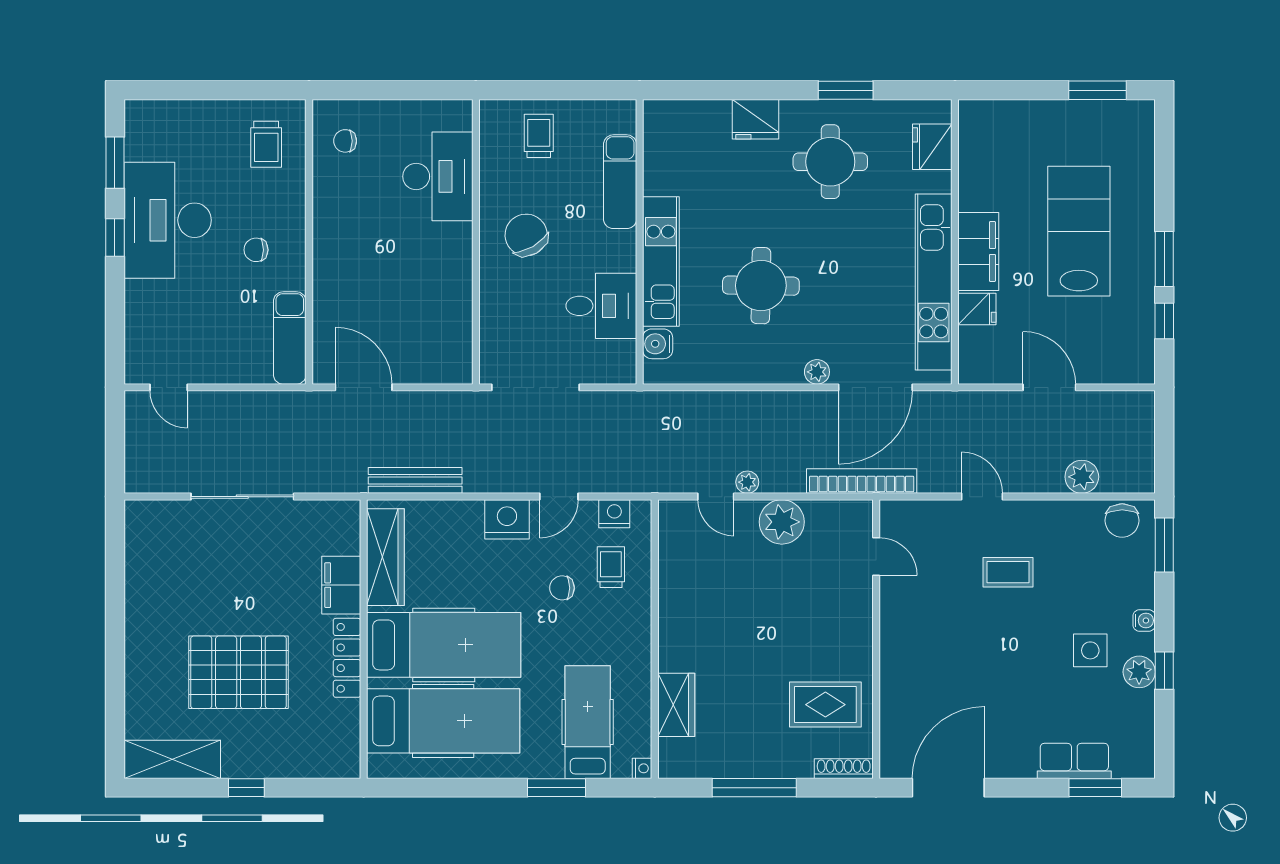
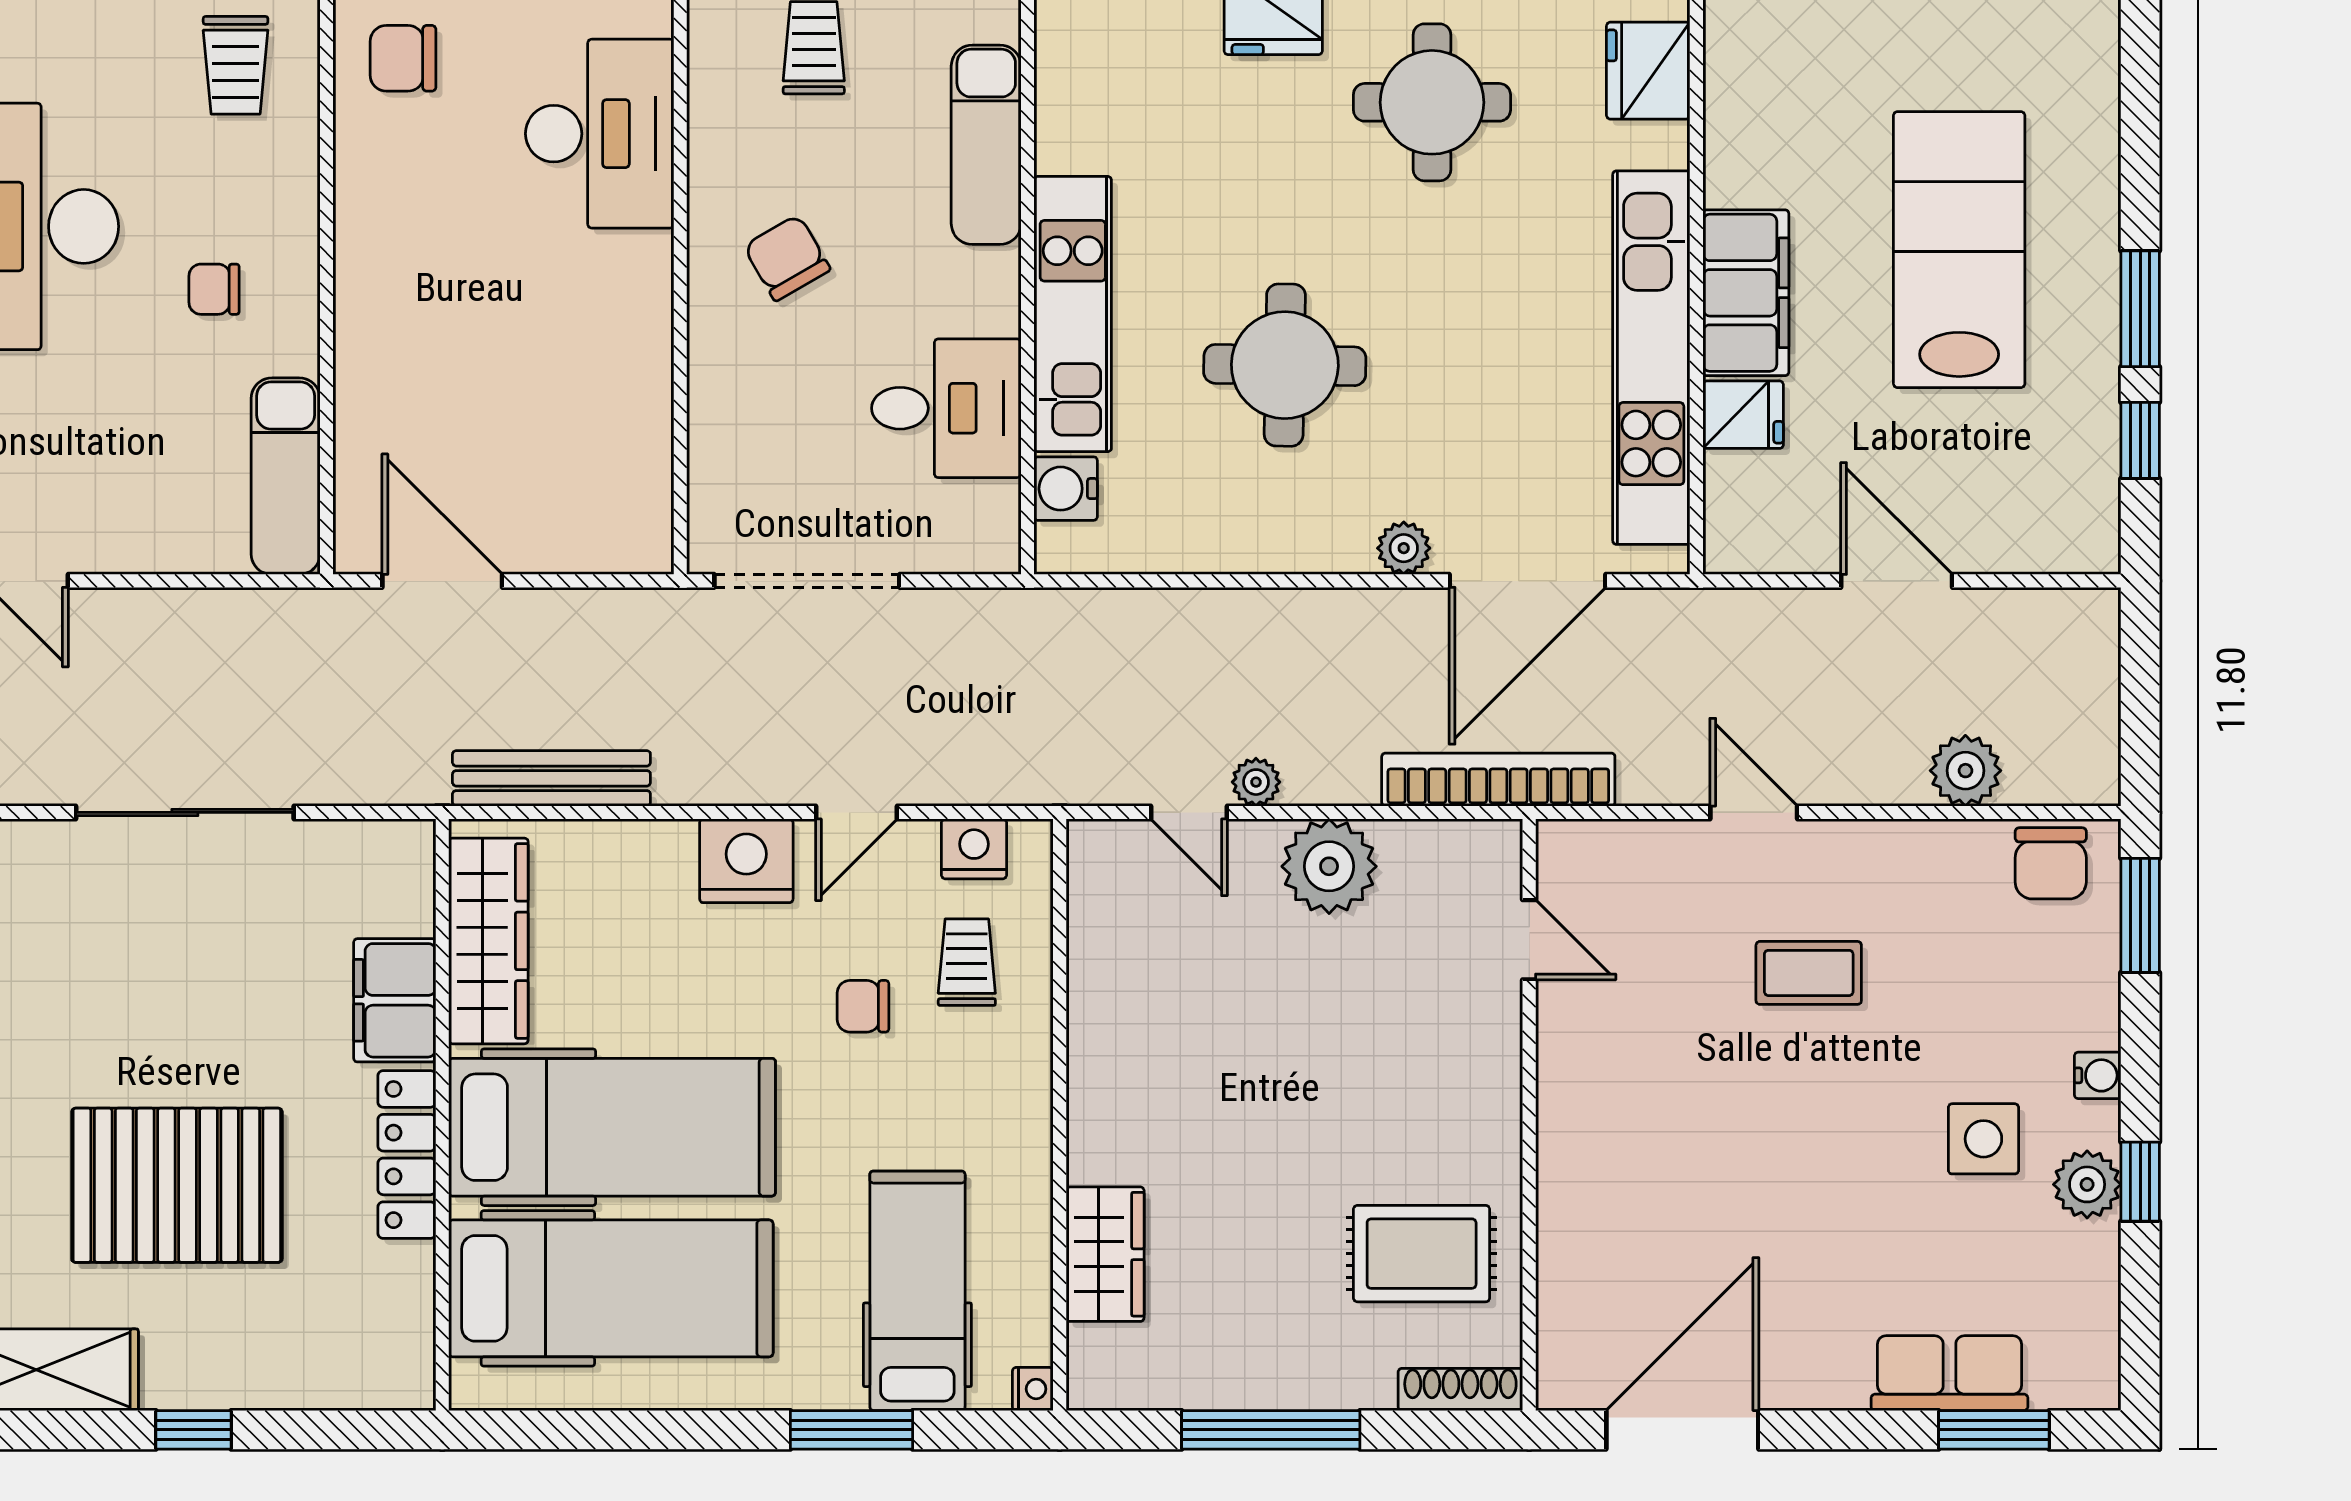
chair: (345, 141) -> (403, 58), width x1.37, depth x1.37
chair: (526, 235) -> (787, 258), width x0.73, depth x0.73

